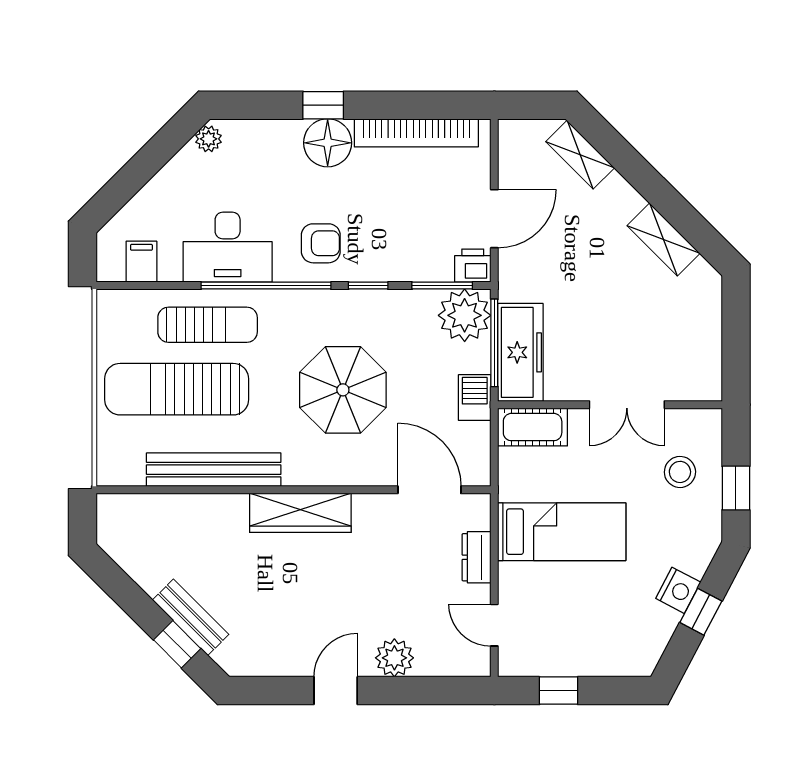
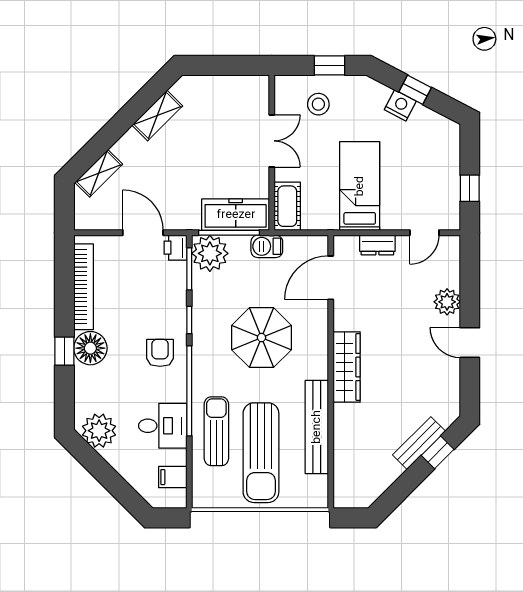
plant: (209, 139) -> (99, 431), width x1.88, depth x1.88
desk: (228, 247) -> (163, 426), width x0.73

